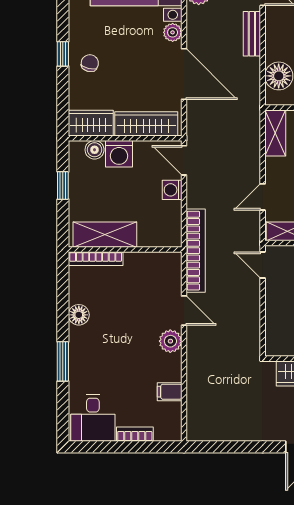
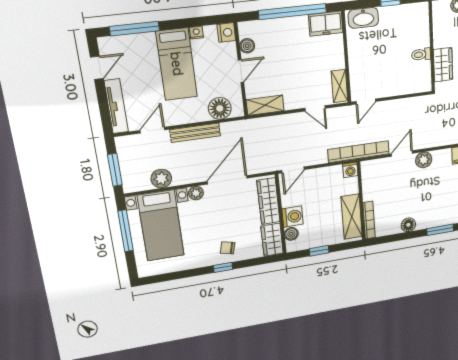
bench: (252, 34) -> (195, 133), width x1.36
washing machine: (172, 190) -> (350, 170), moved

